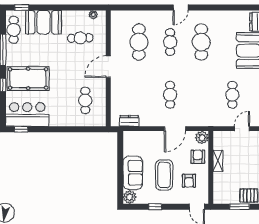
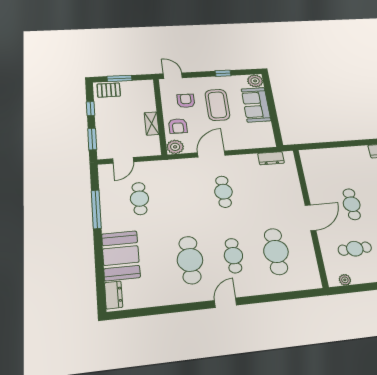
cafe table: (85, 100) -> (352, 204), moved

